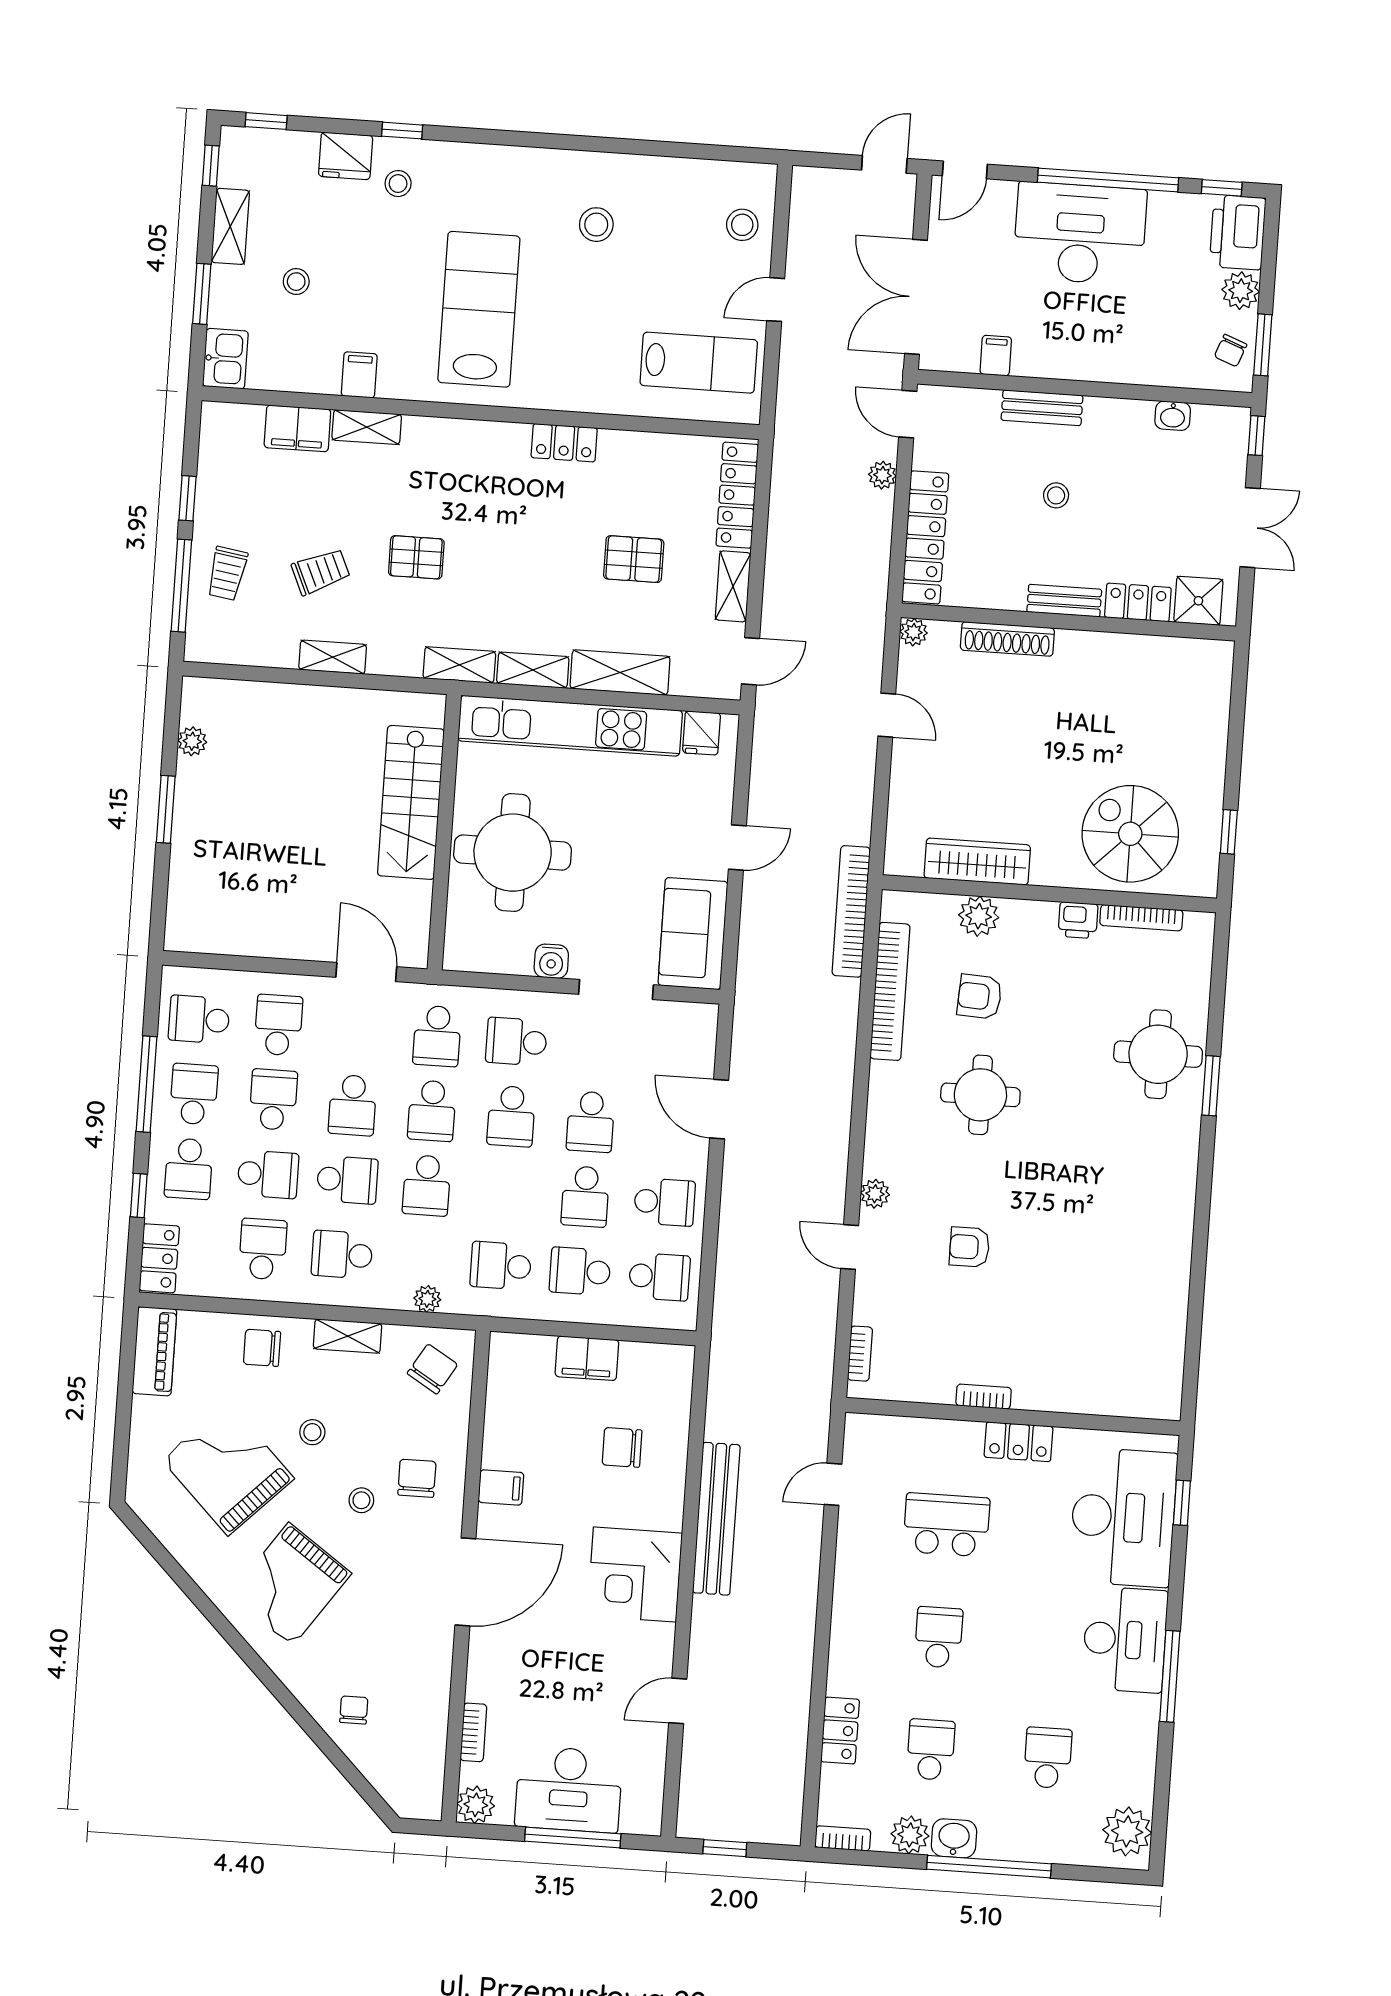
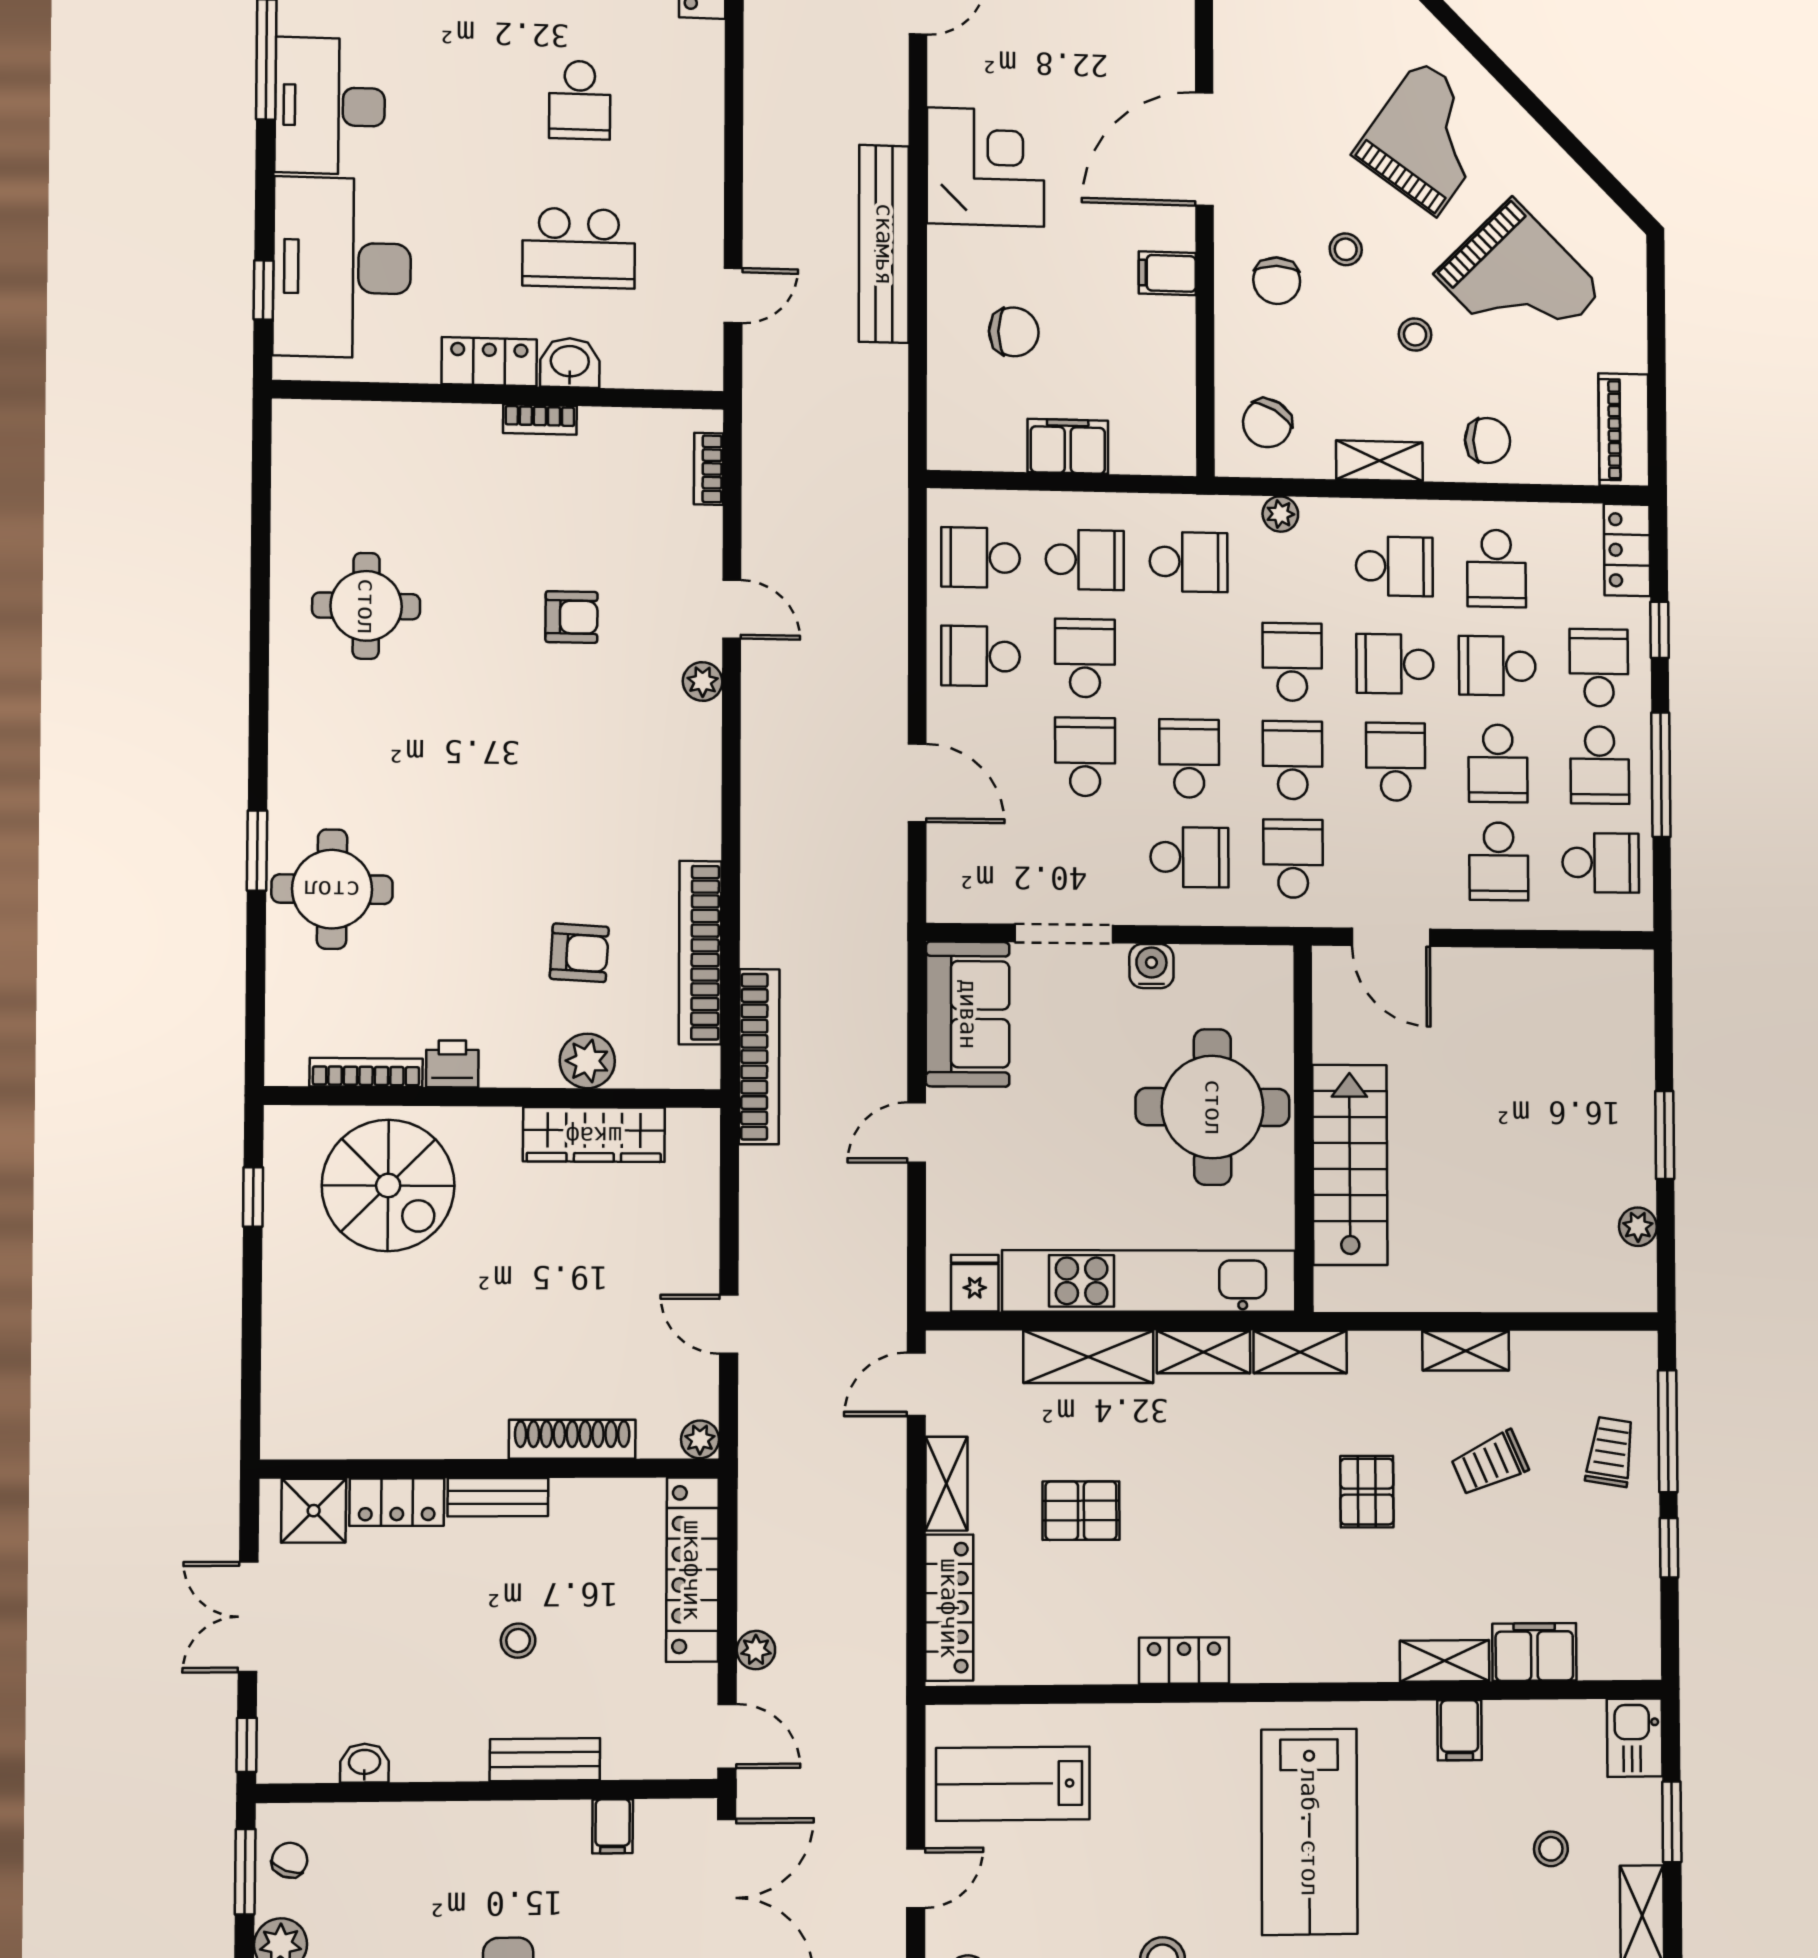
pallet: (416, 557) -> (1367, 1492), turned 90
round table: (980, 1095) -> (366, 606), moved
washbasin: (959, 1438) -> (570, 363), added

